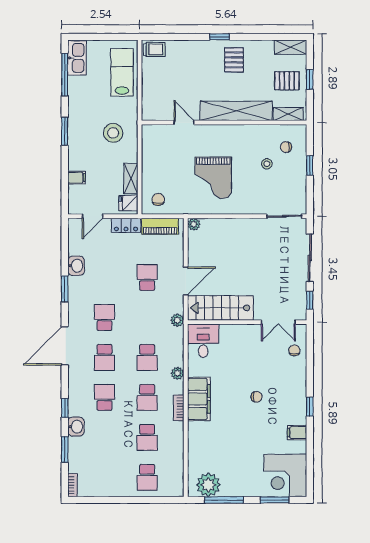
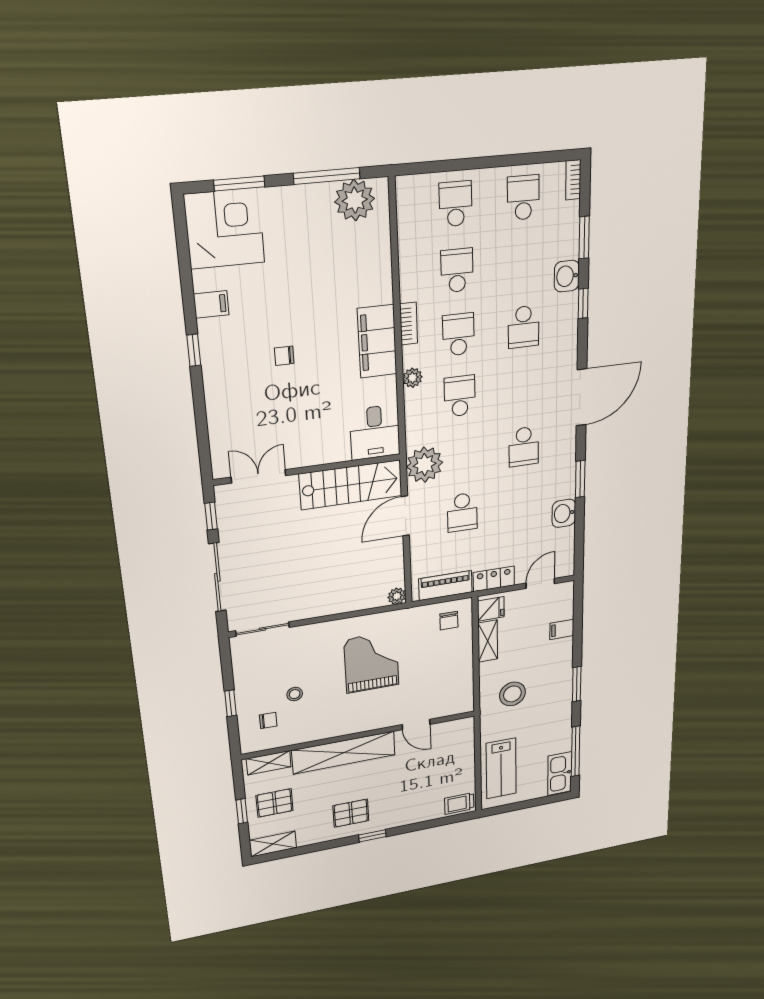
pallet: (234, 60) -> (351, 813), turned 90
plant: (177, 320) -> (425, 465), width x1.87, depth x1.87
chair: (294, 350) -> (228, 437), removed
school desk: (104, 357) -> (523, 197), moved

